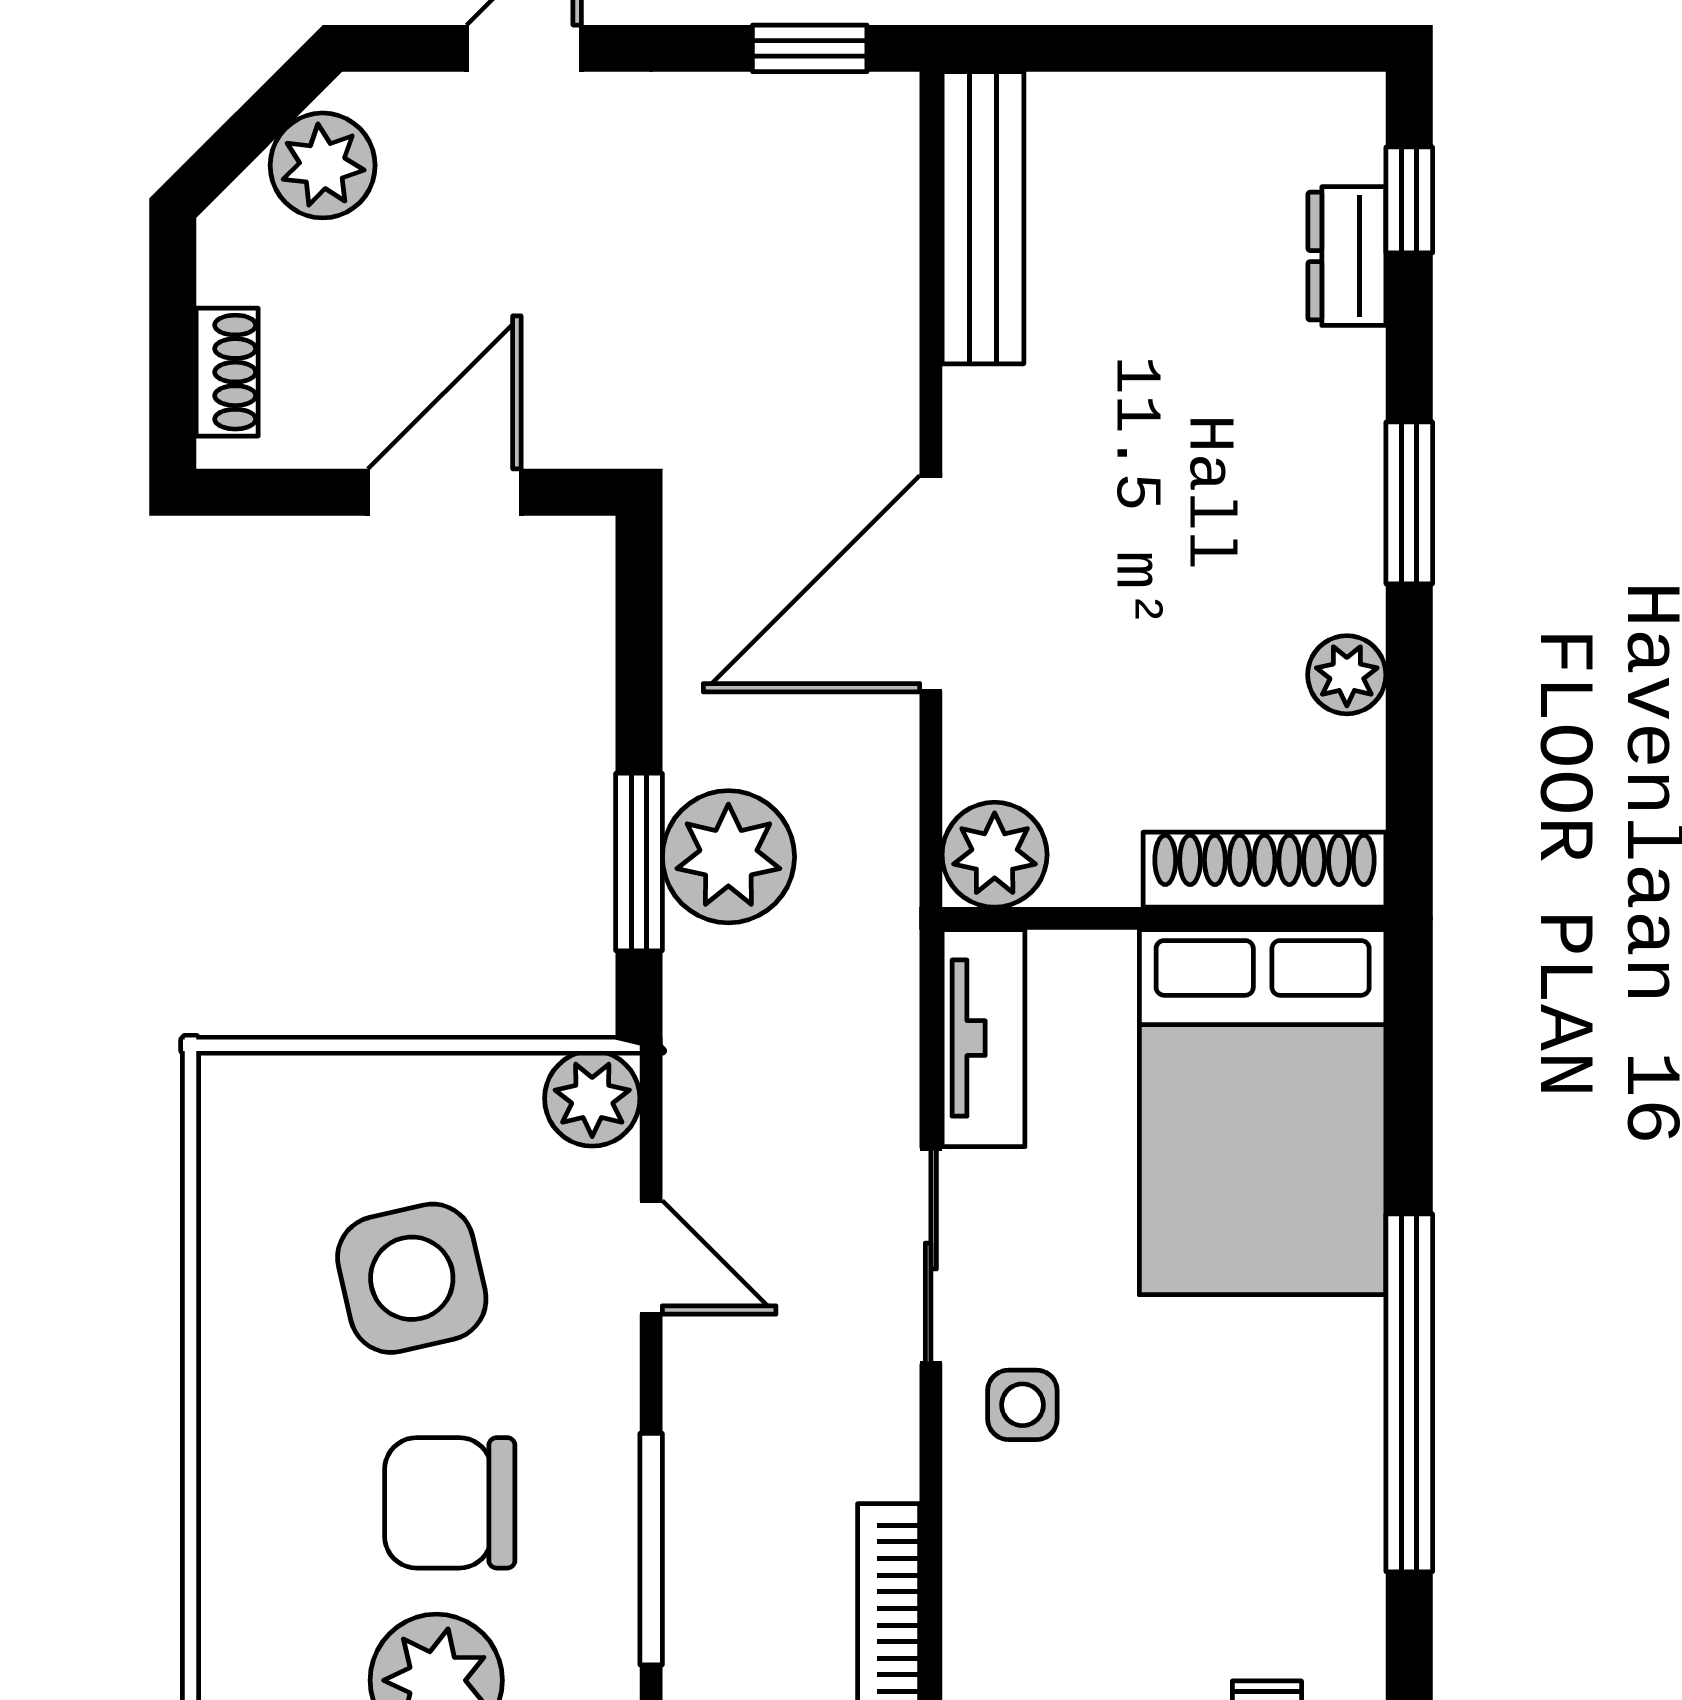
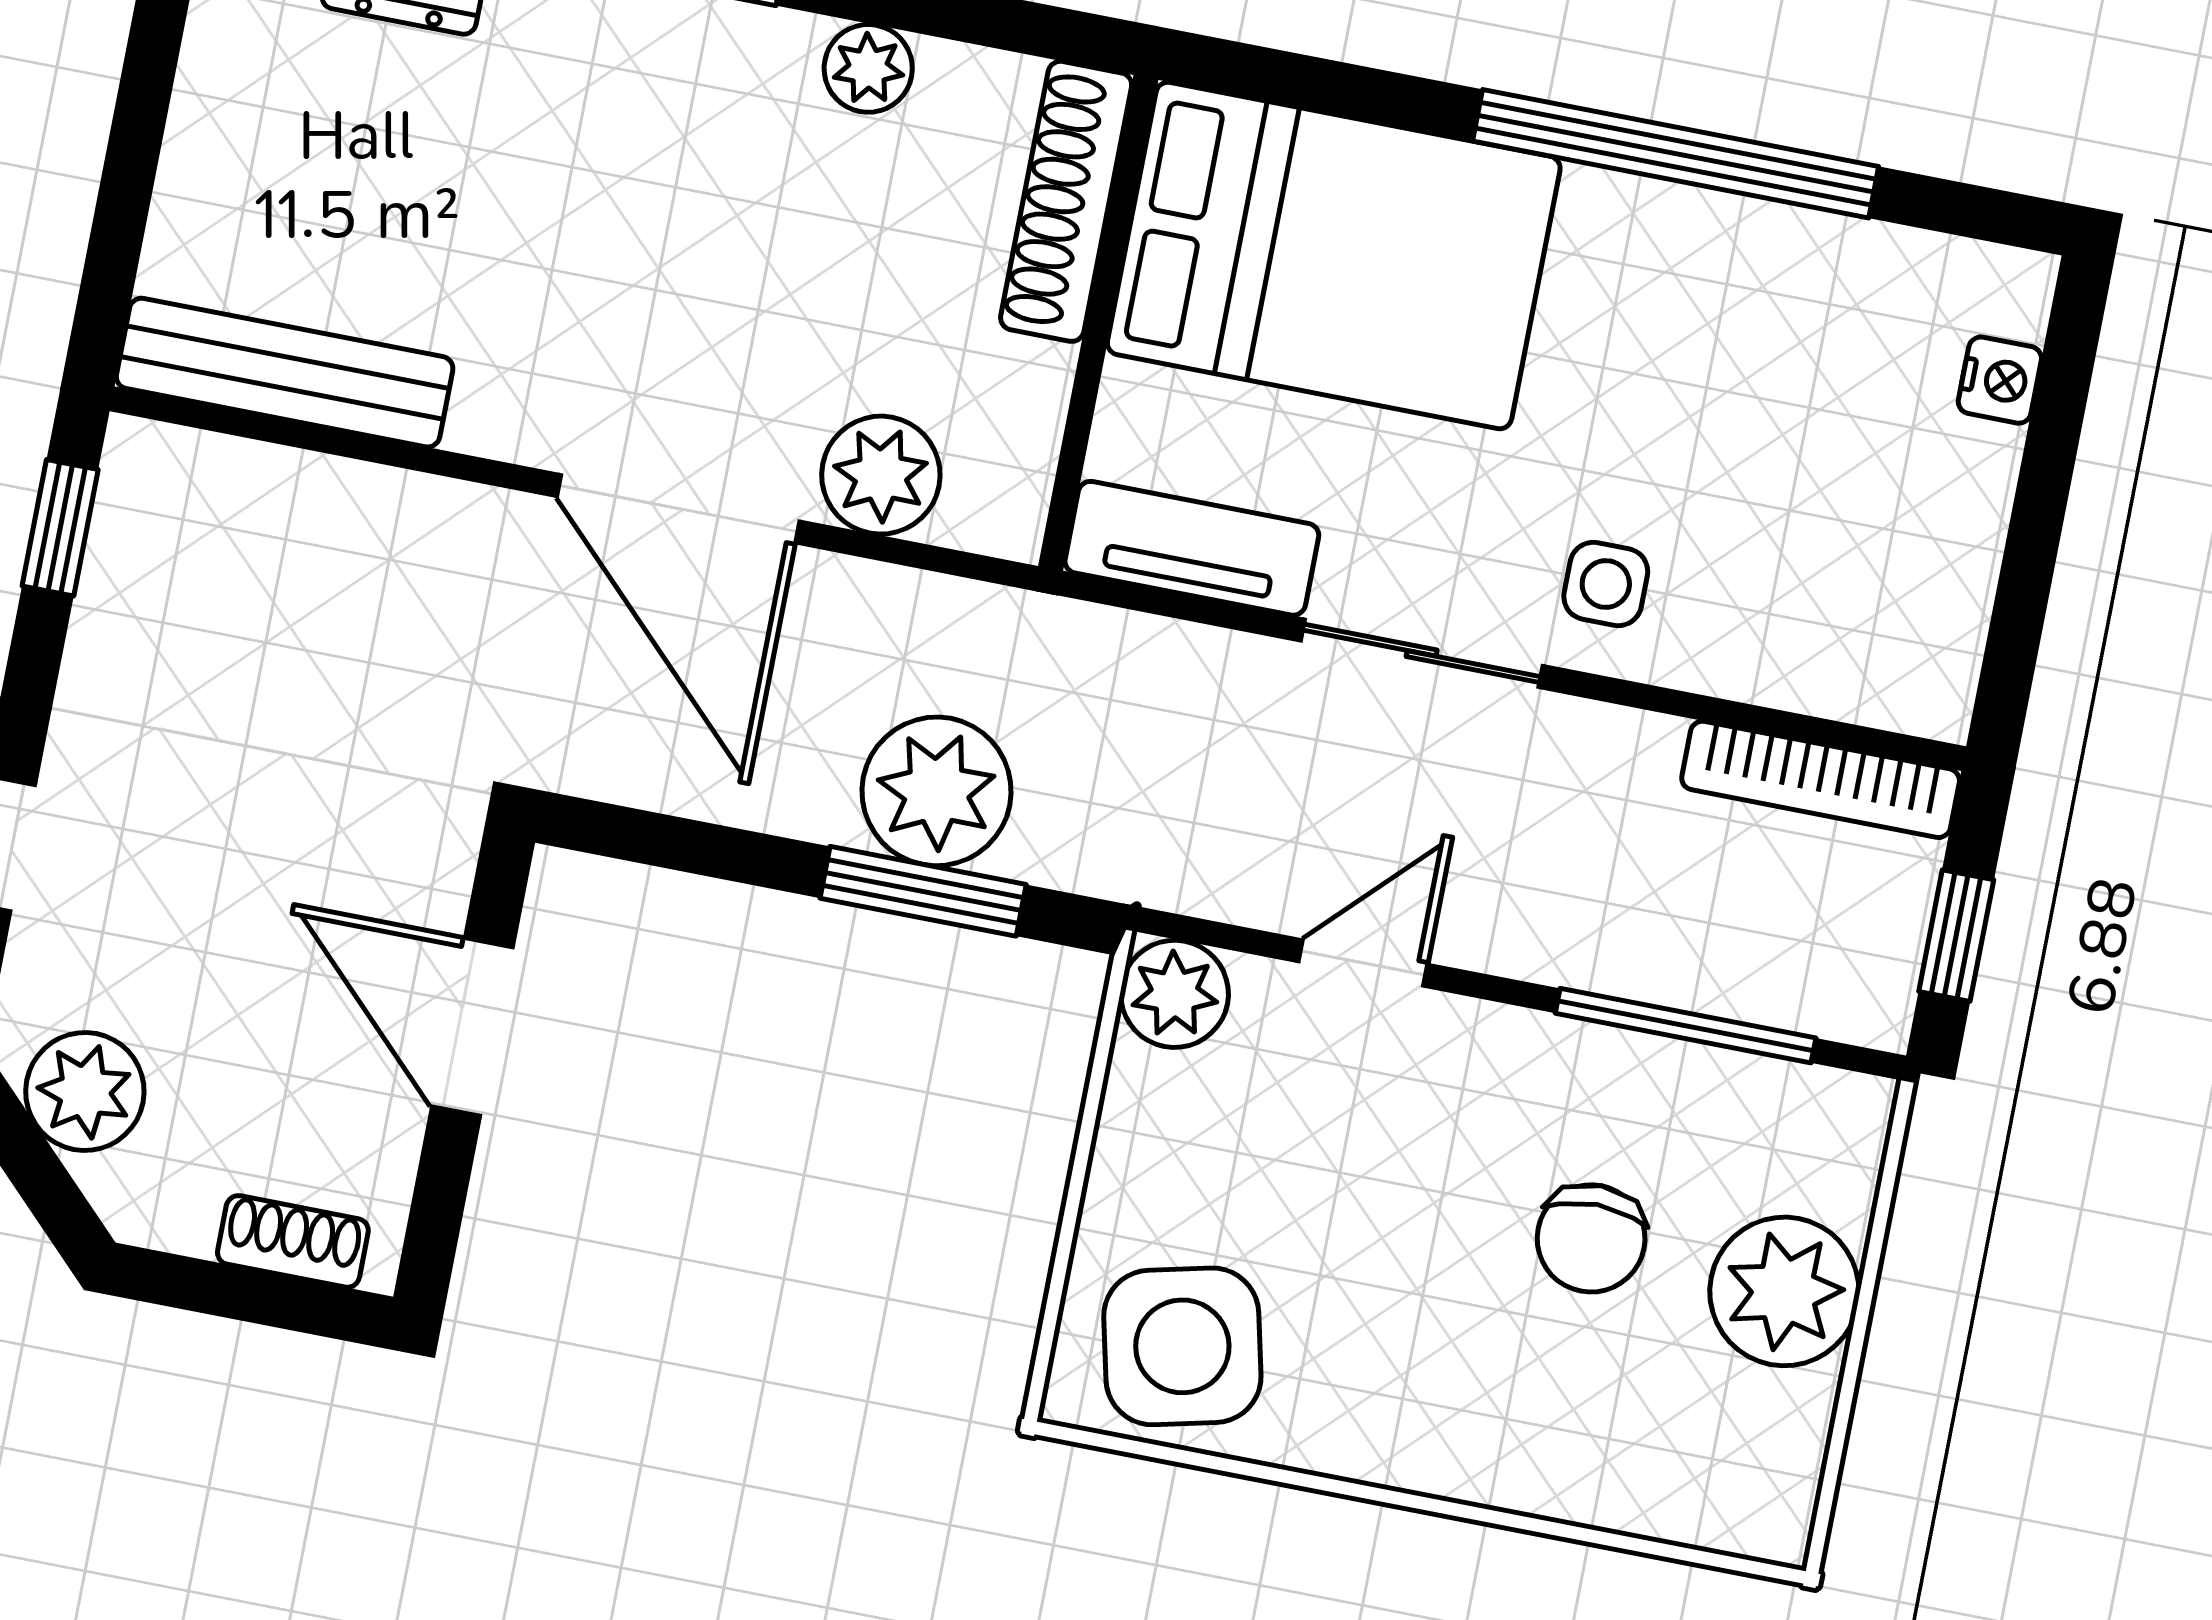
plant: (995, 855) -> (881, 475), moved
side table: (412, 1278) -> (1182, 1346), moved
chair: (450, 1503) -> (1591, 1238), width x0.73, depth x0.73

